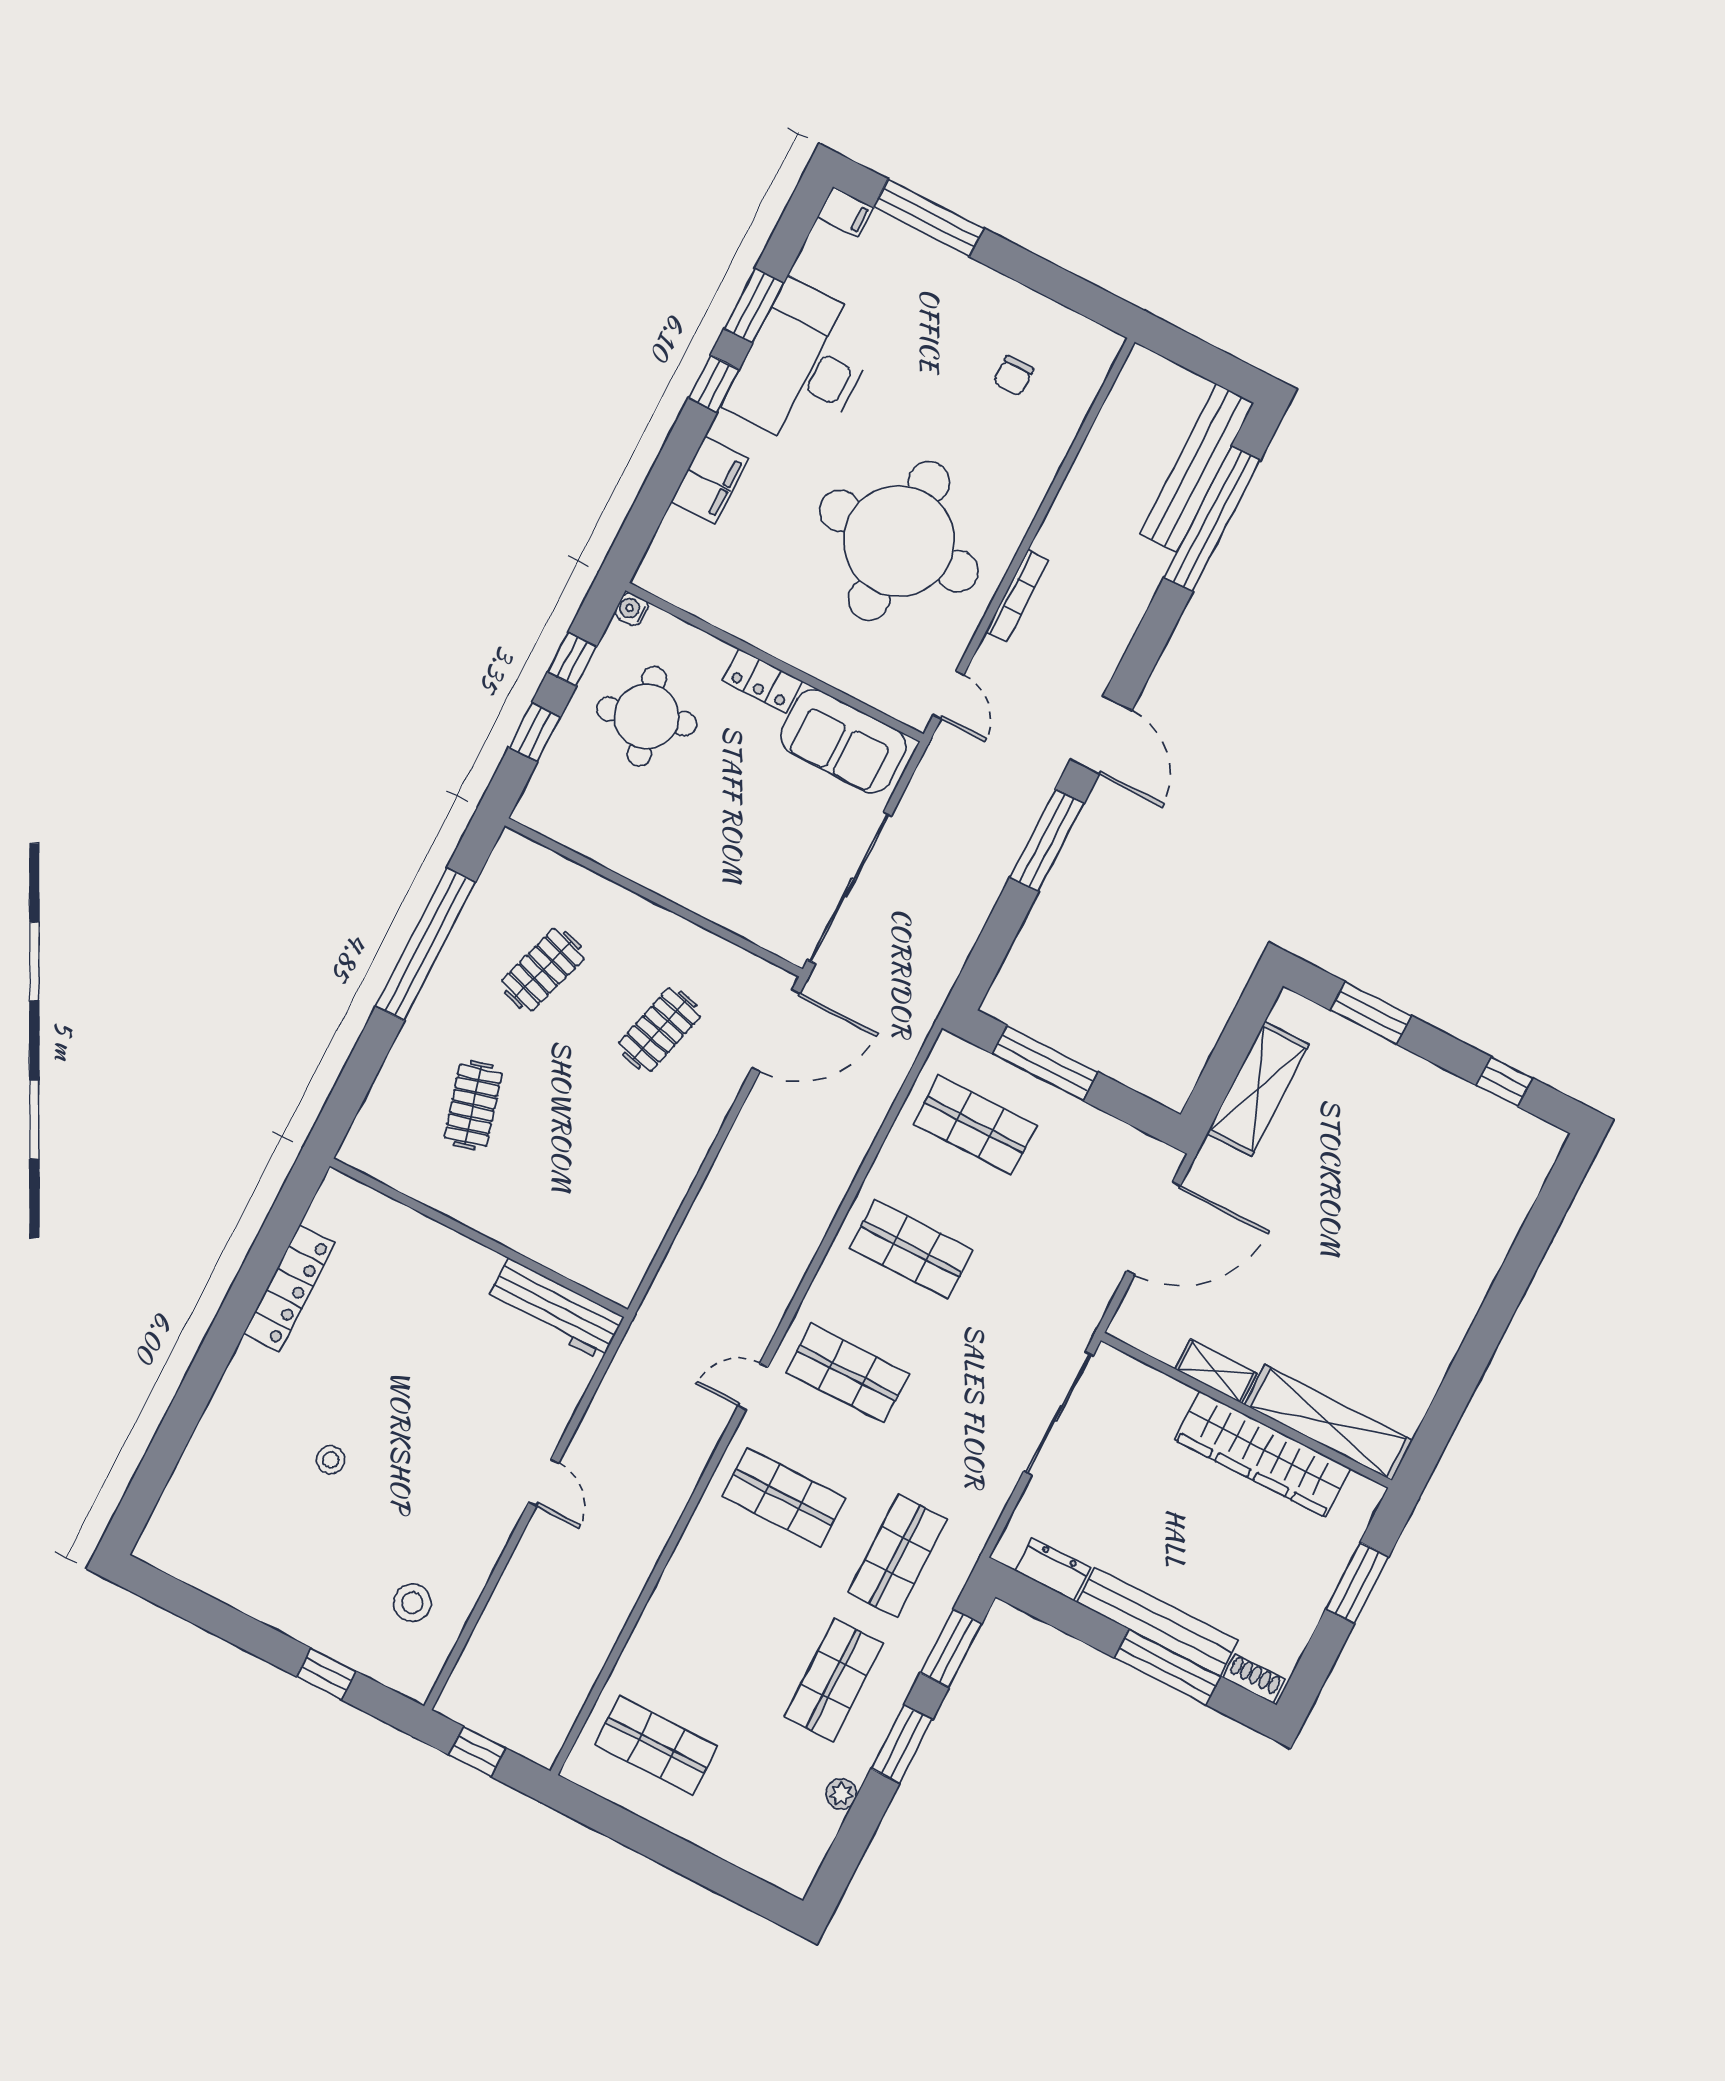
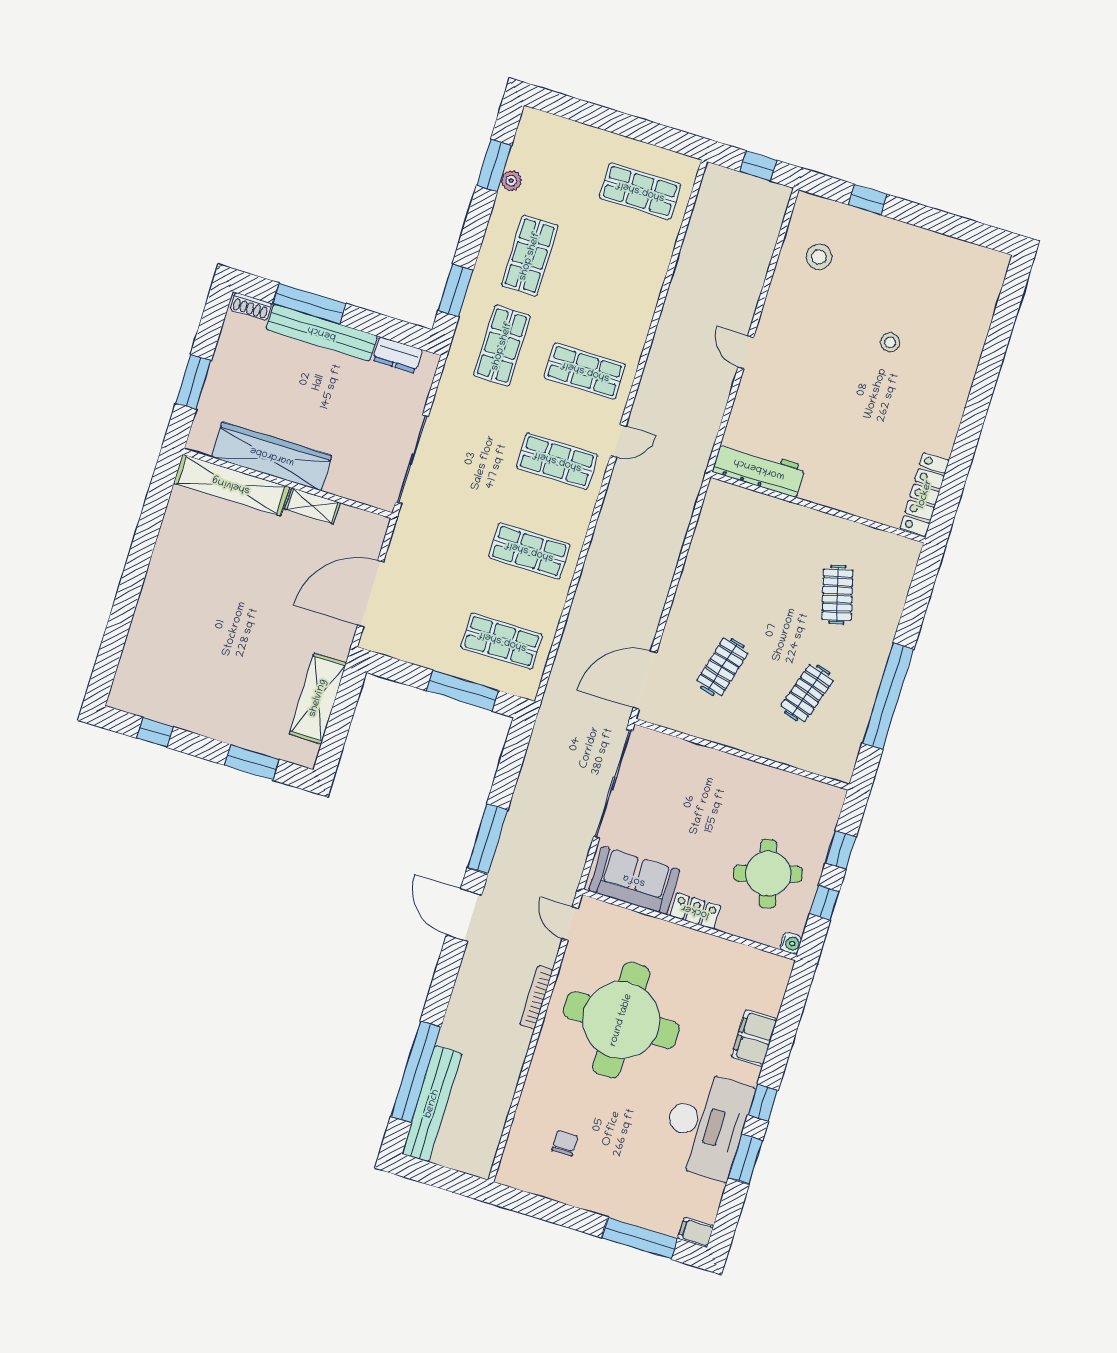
locker: (289, 1288) -> (925, 494), moved
window: (902, 1744) -> (494, 165), moved

